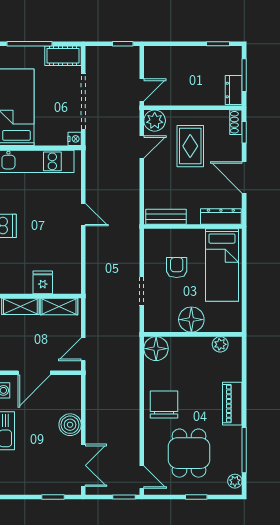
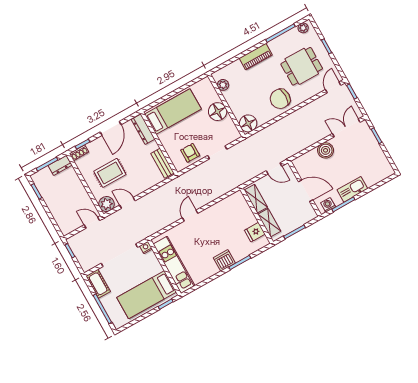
armchair: (177, 267) -> (190, 153), moved, turned 90
fridge: (43, 282) -> (255, 232), moved

